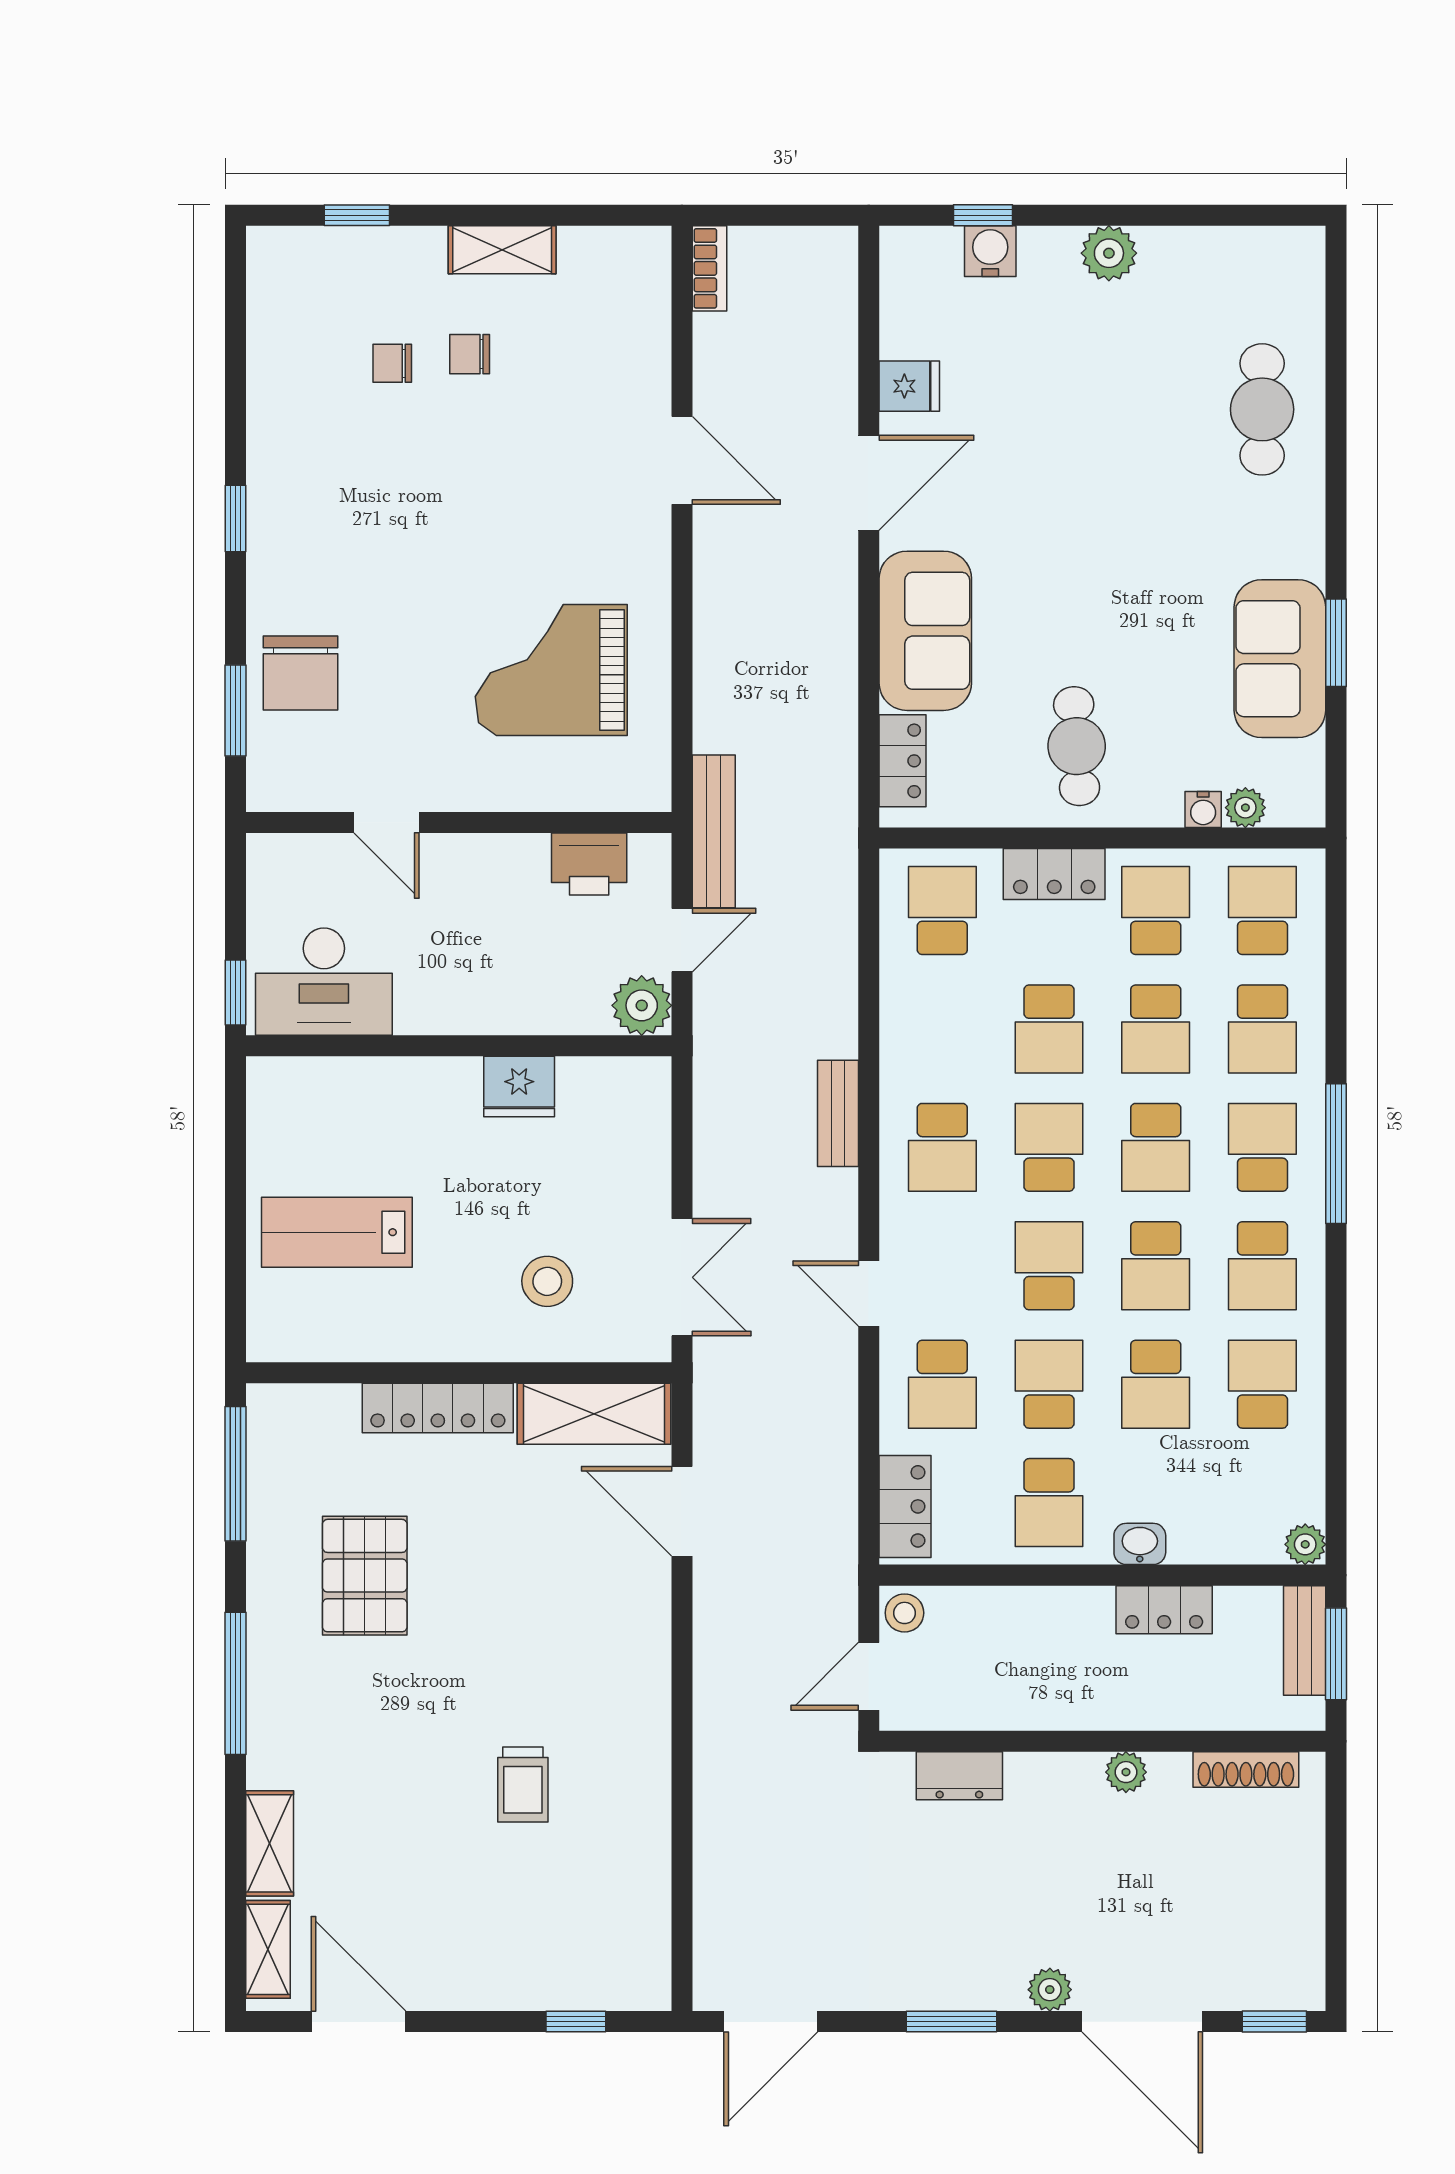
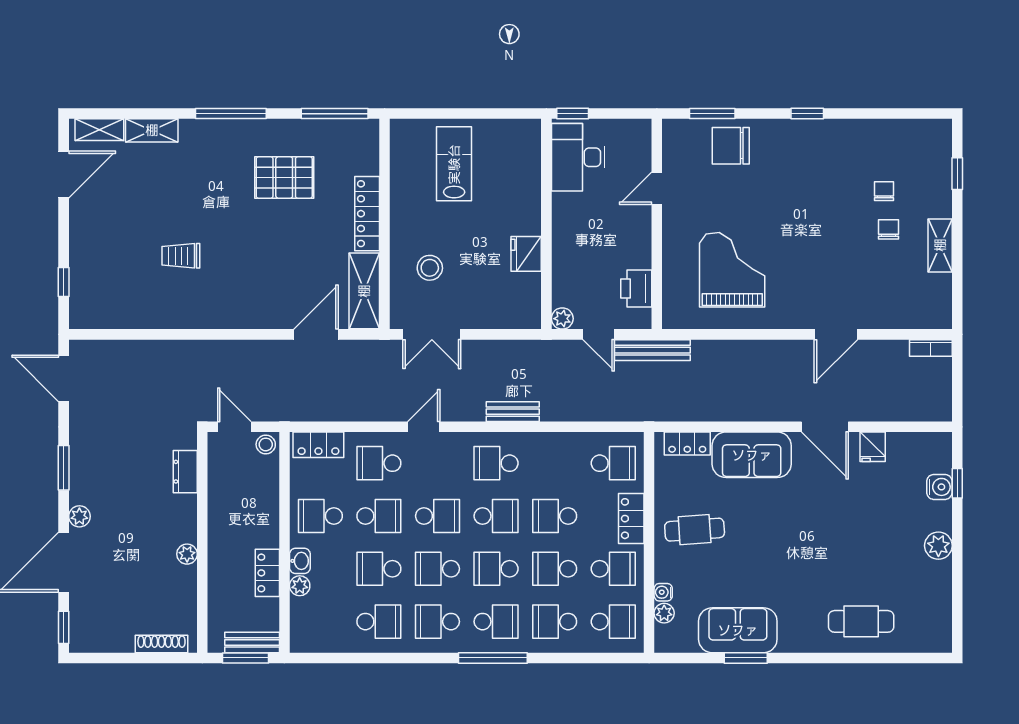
plant: (642, 1005) -> (562, 319), width x0.73, depth x0.73
plant: (1305, 1544) -> (300, 586), moved
shoe rack: (1246, 1770) -> (161, 644), moved, turned 90

